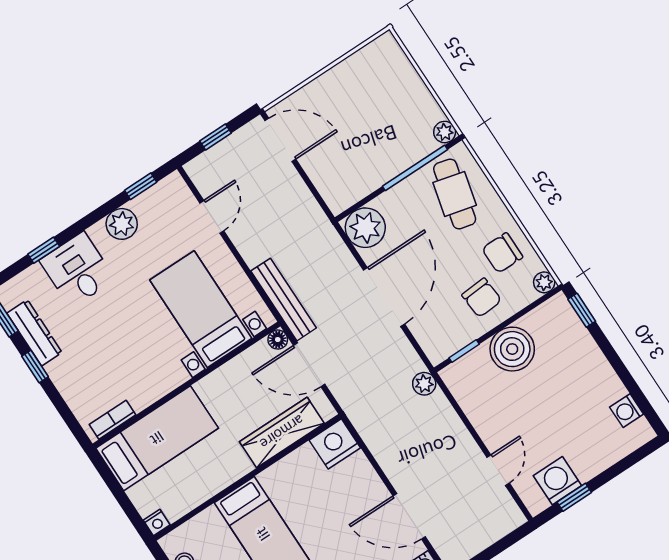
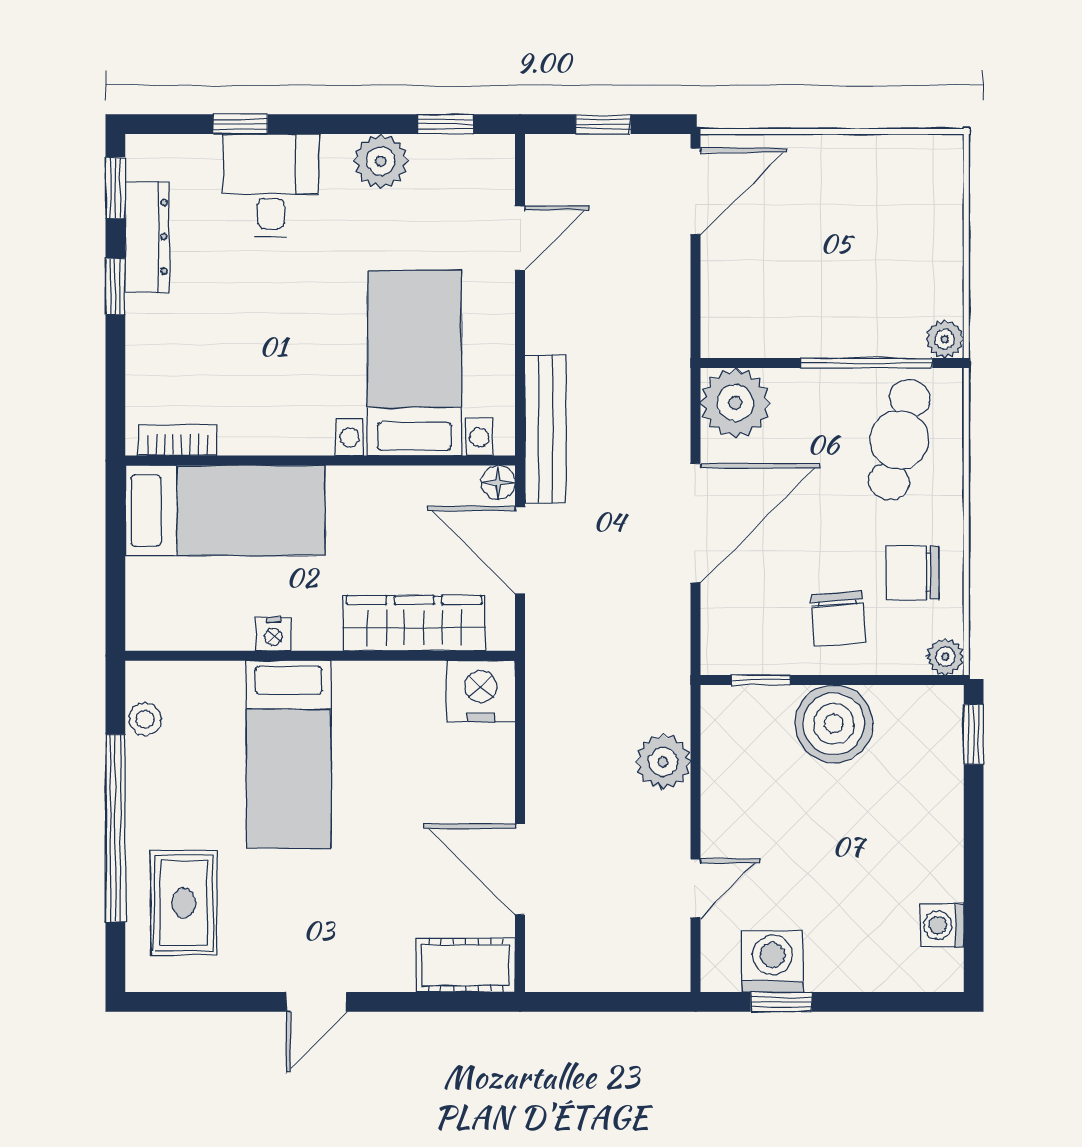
door: (280, 140) -> (696, 191), hinge flipped
plant: (424, 384) -> (663, 762), moved, width x1.38, depth x1.38
nightstand: (157, 523) -> (273, 634), moved

